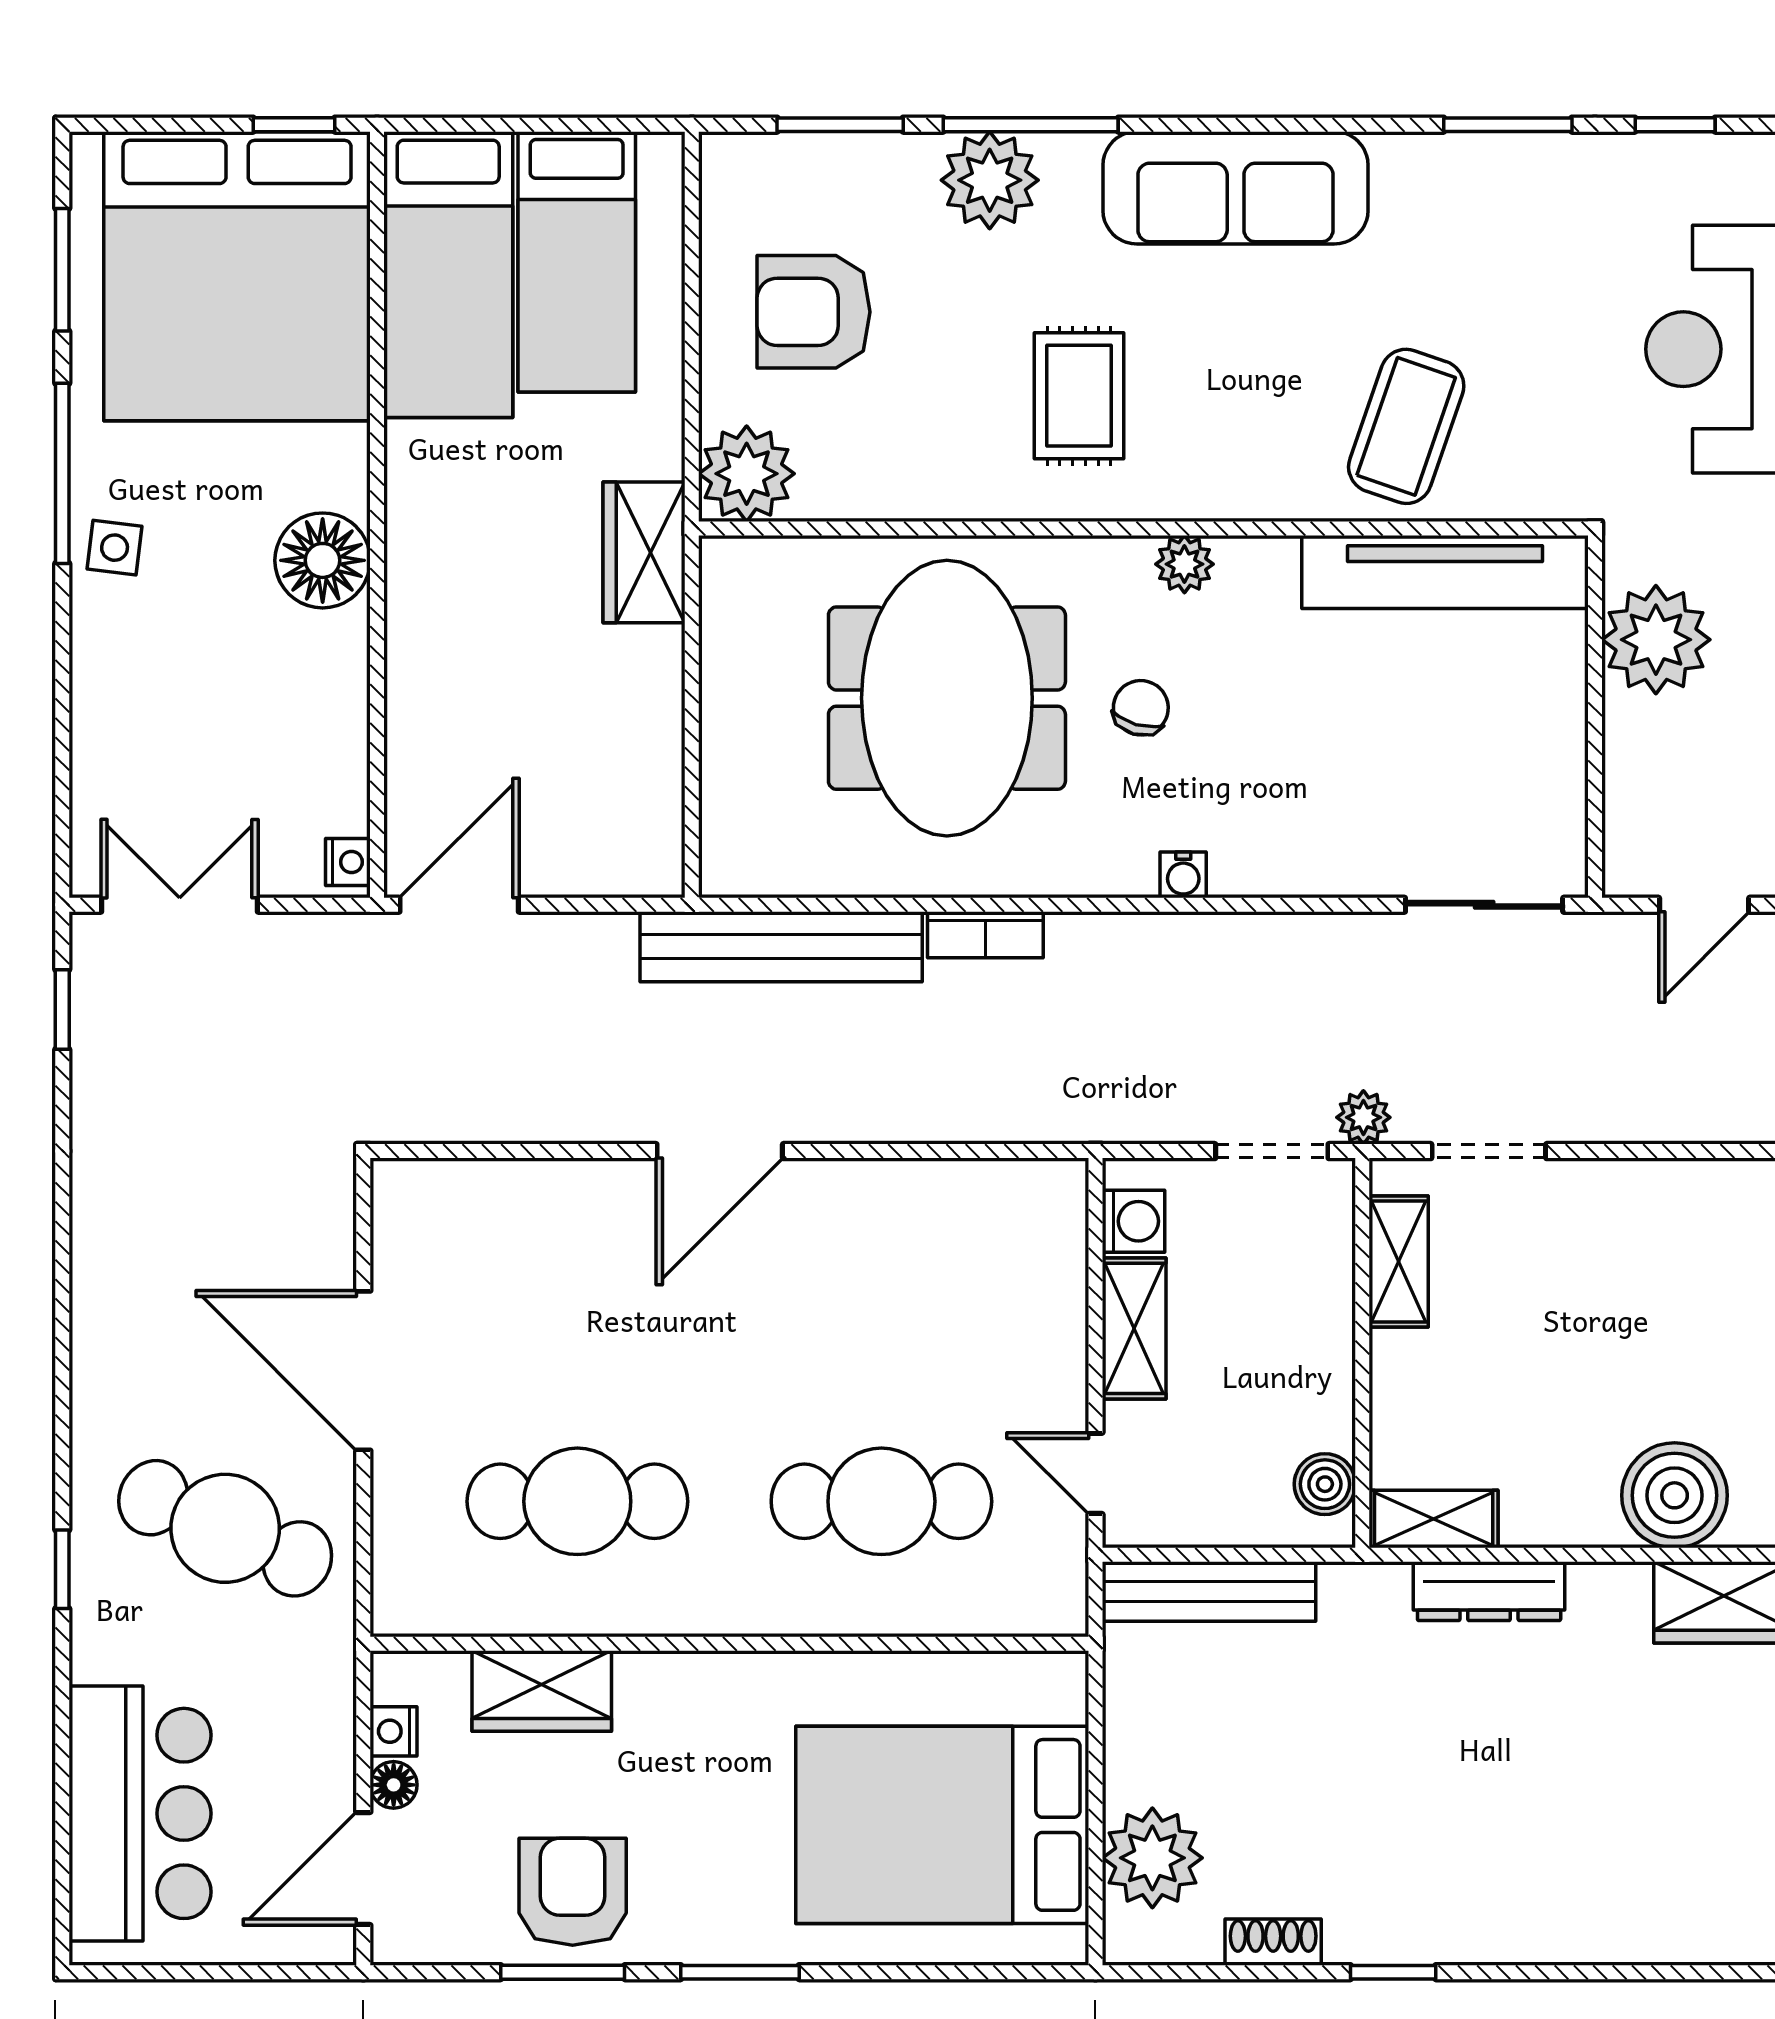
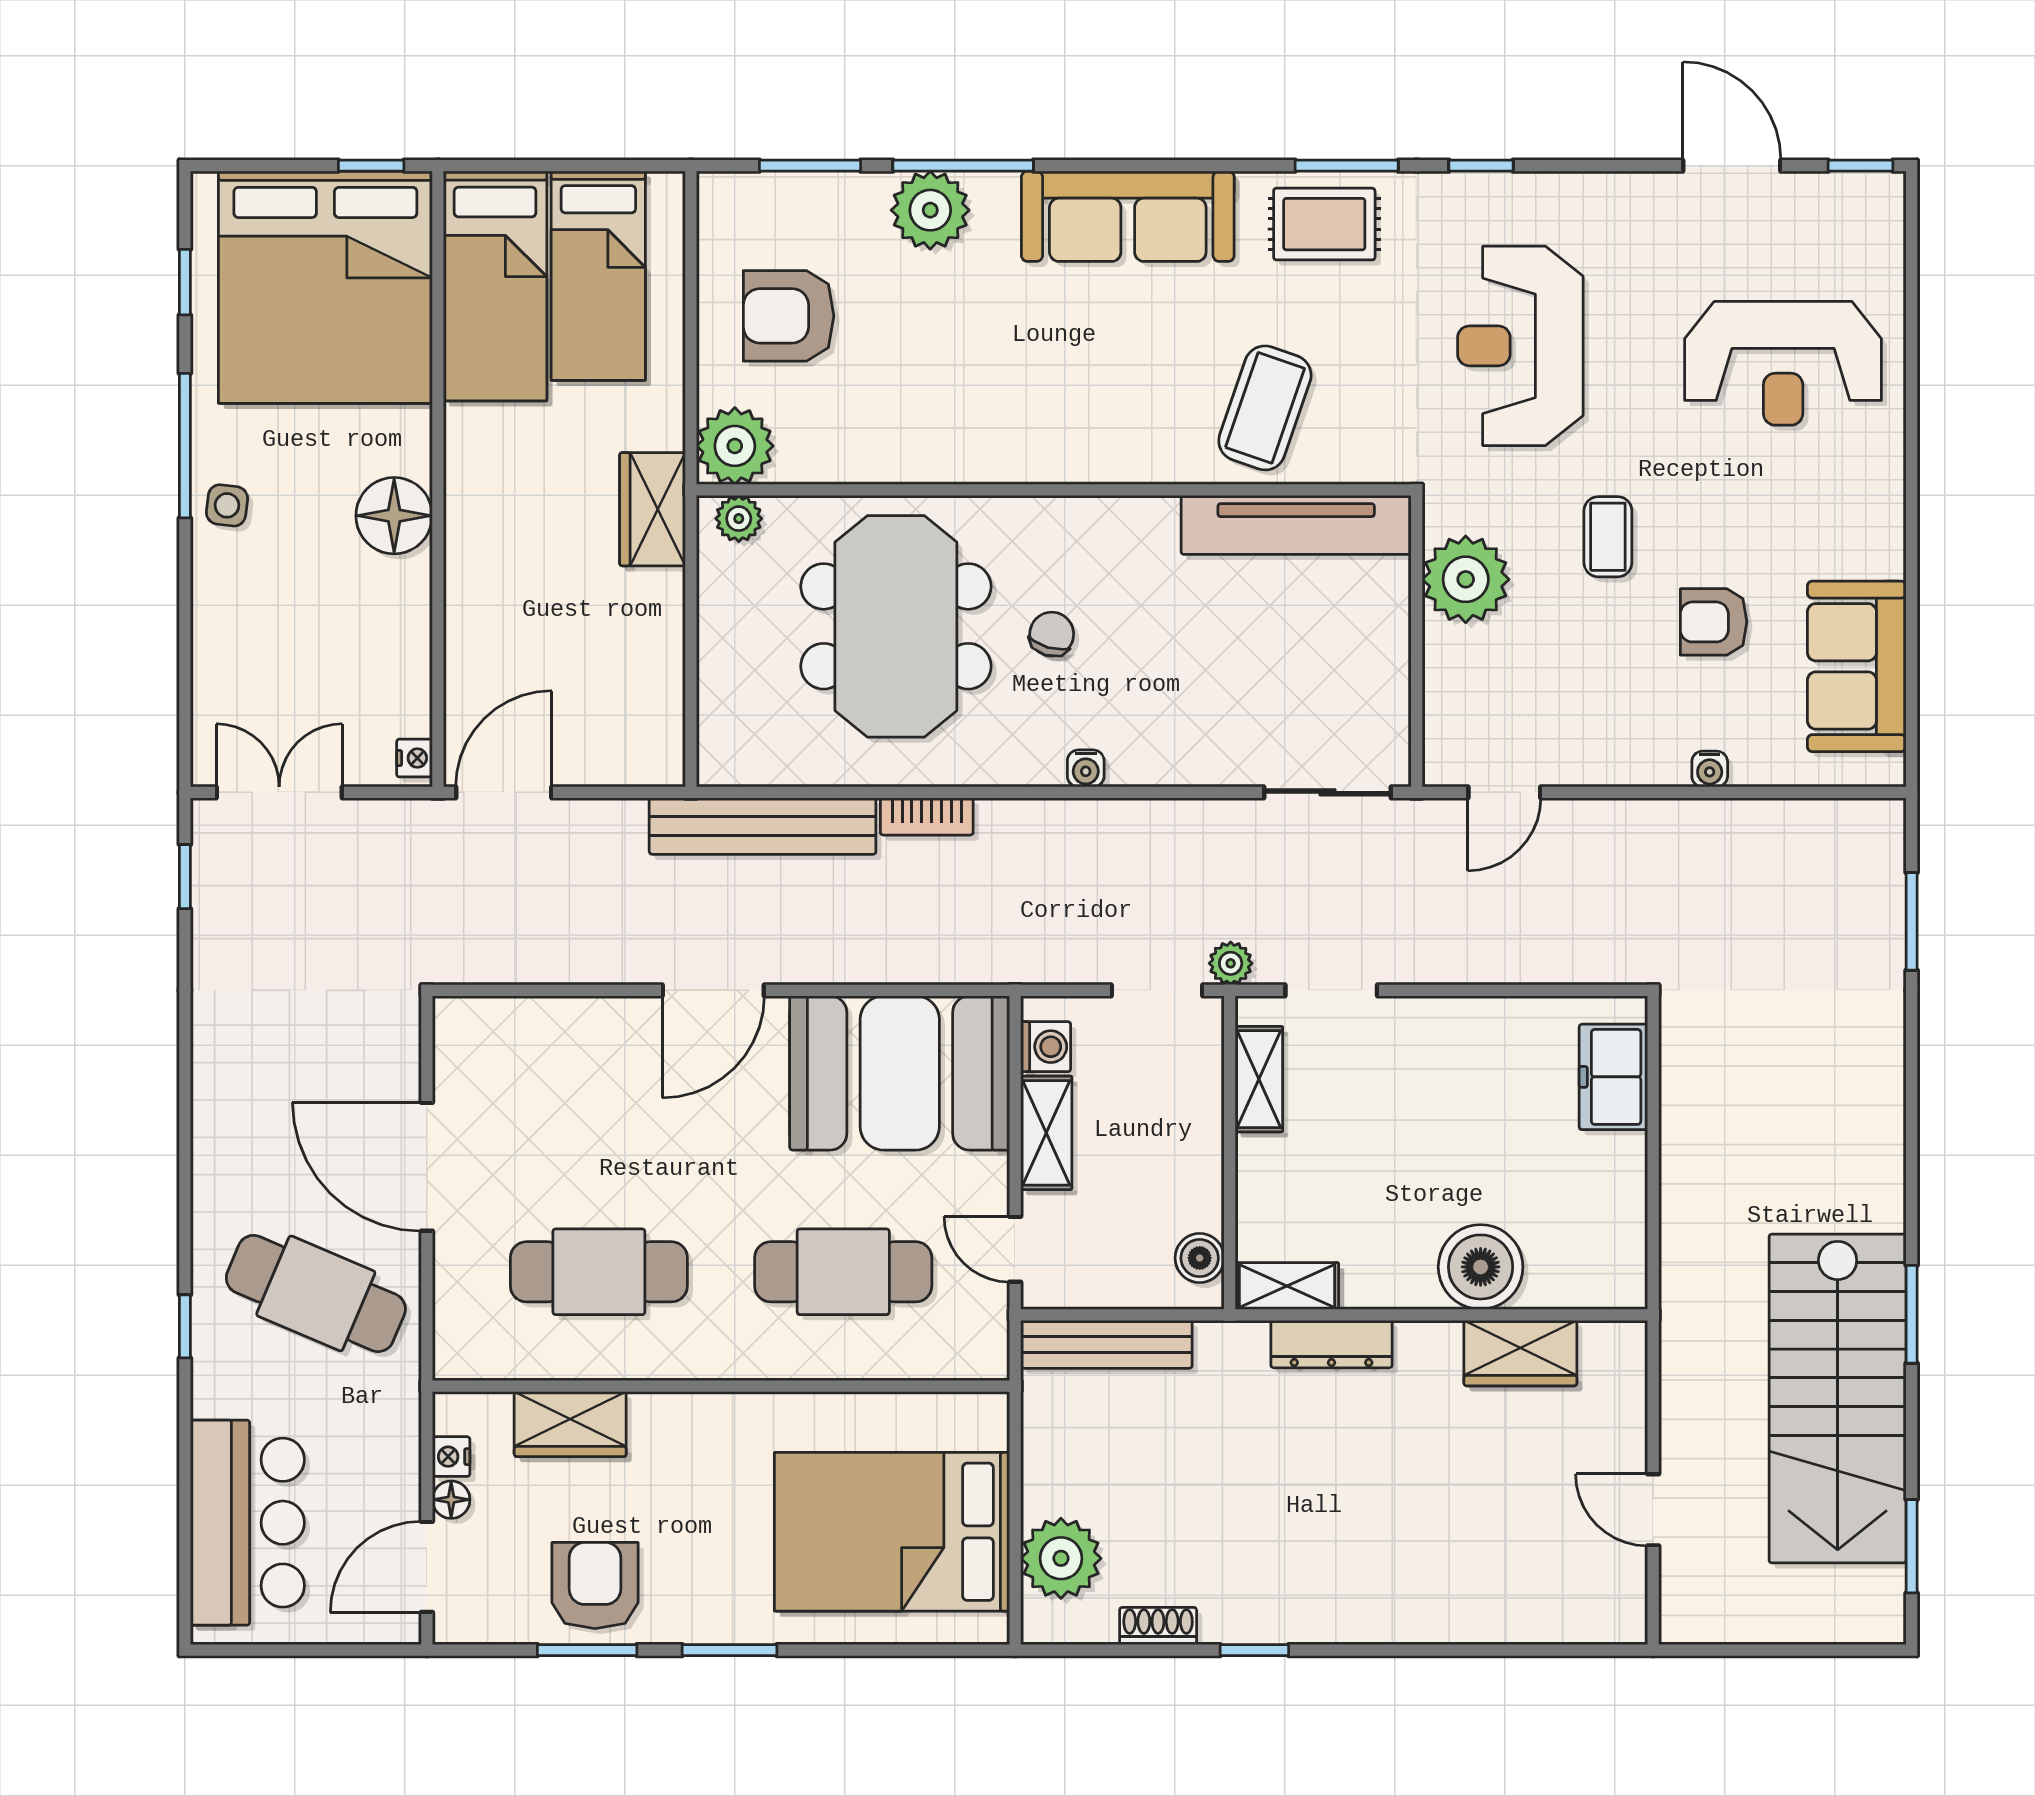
window: (62, 270) -> (185, 282), width x0.67
rug: (1079, 396) -> (1324, 224), moved, turned 90
plant: (1184, 564) -> (739, 519), moved
booth: (952, 1254) -> (900, 1073), added

